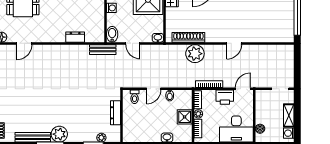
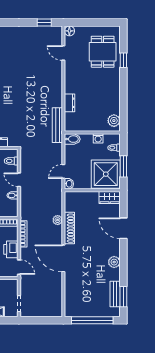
shoe rack: (188, 37) -> (69, 228), moved
door: (133, 43) -> (63, 171), moved
door: (234, 43) -> (63, 258), width x1.87
bench: (103, 50) -> (57, 125), width x1.36
plant: (195, 54) -> (58, 220), width x0.53, depth x0.53

